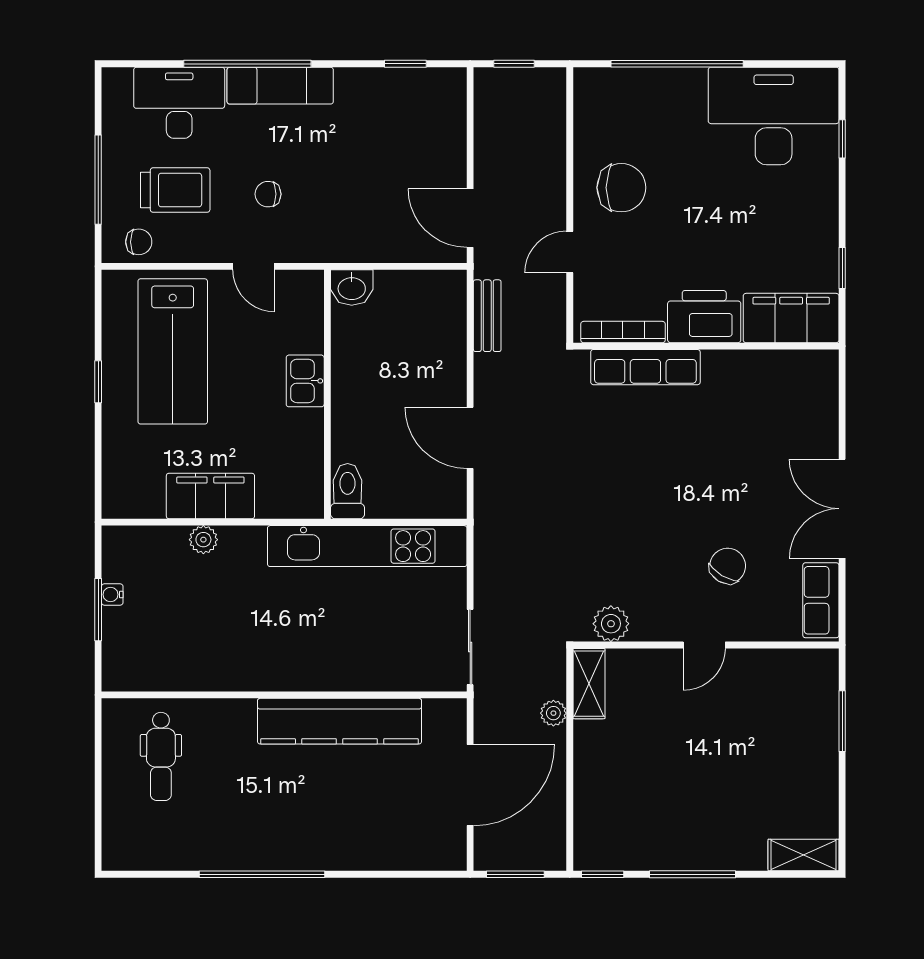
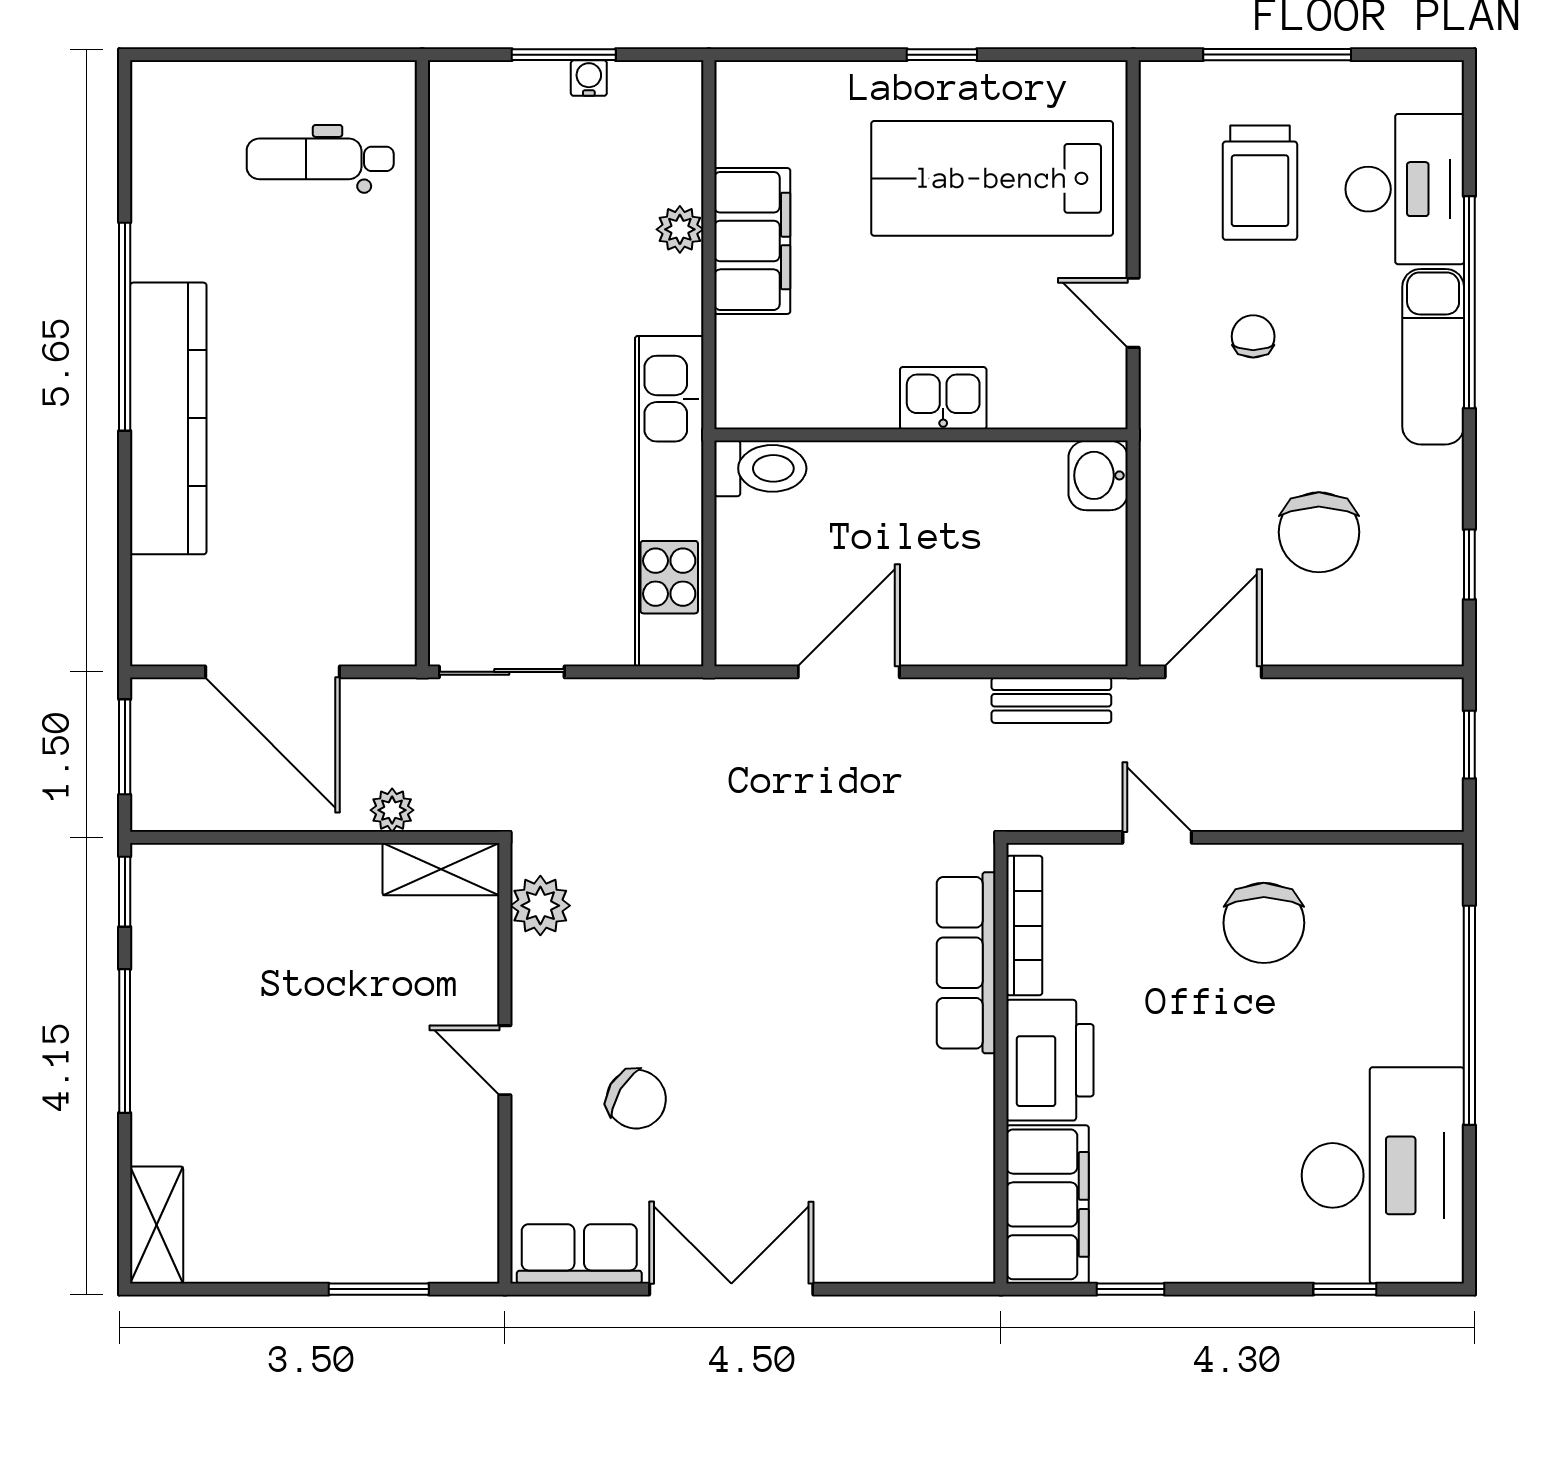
chair: (139, 242) -> (1319, 532), moved, width x1.87, depth x1.87
door: (254, 266) -> (1133, 313), hinge flipped
kitchen counter: (340, 721) -> (168, 418), moved, turned 180

